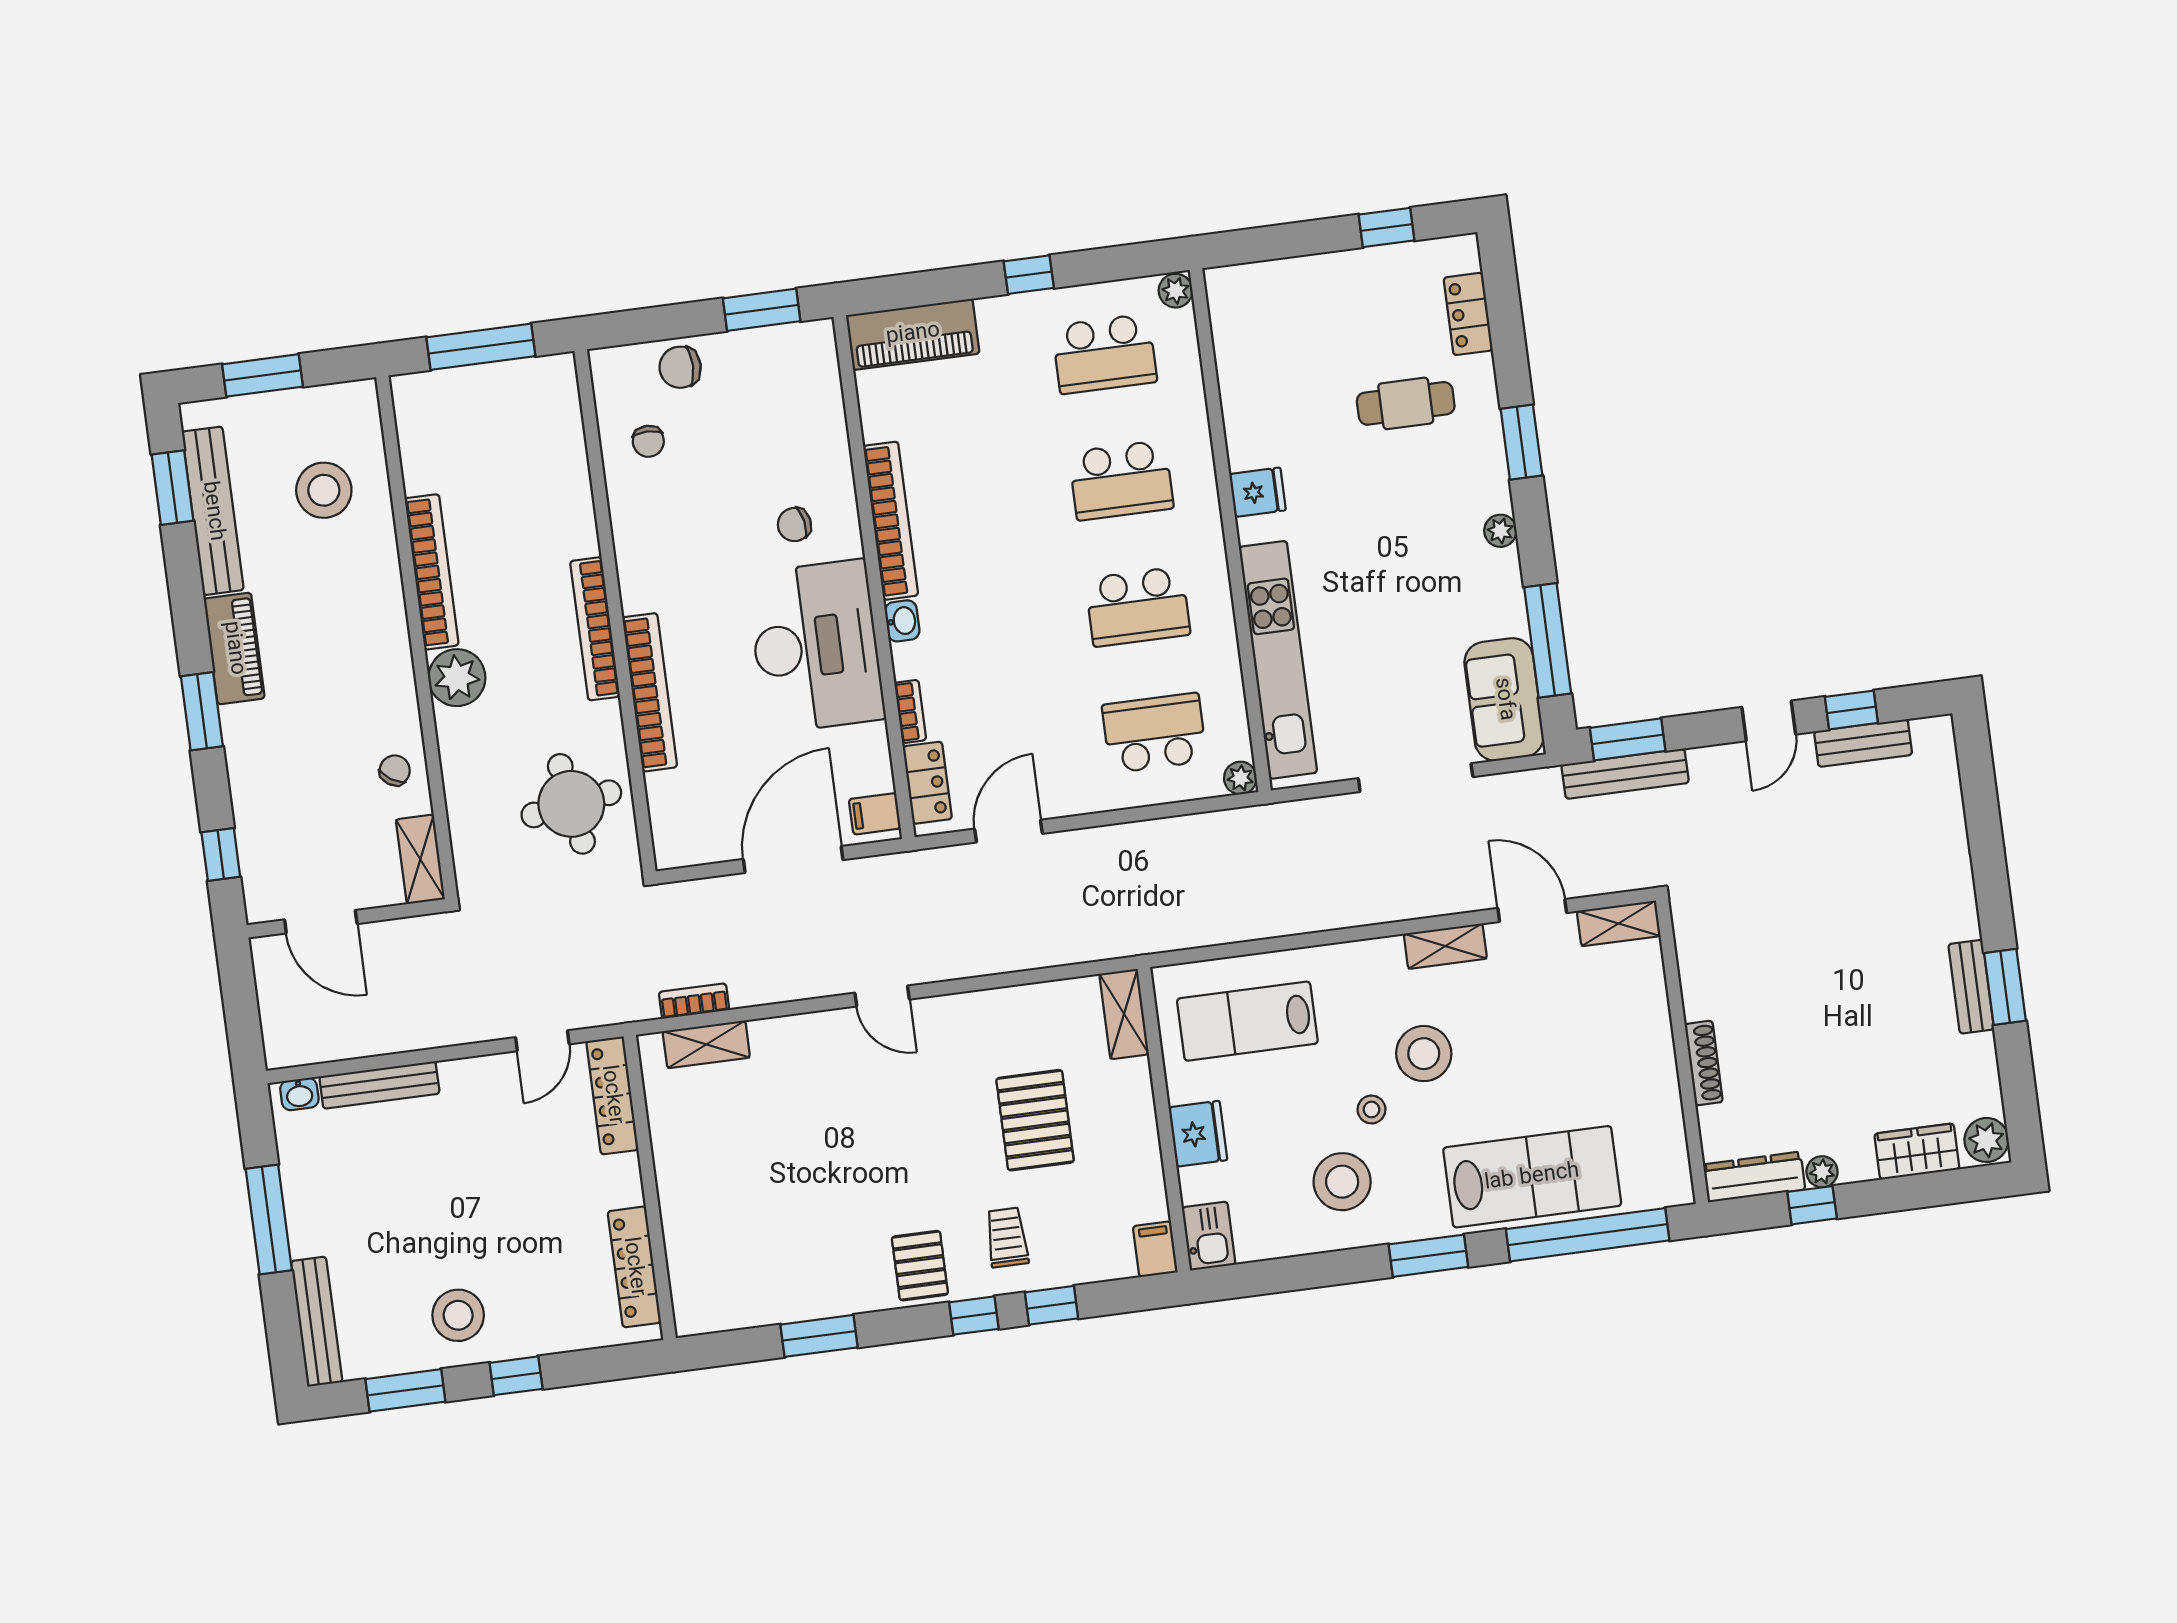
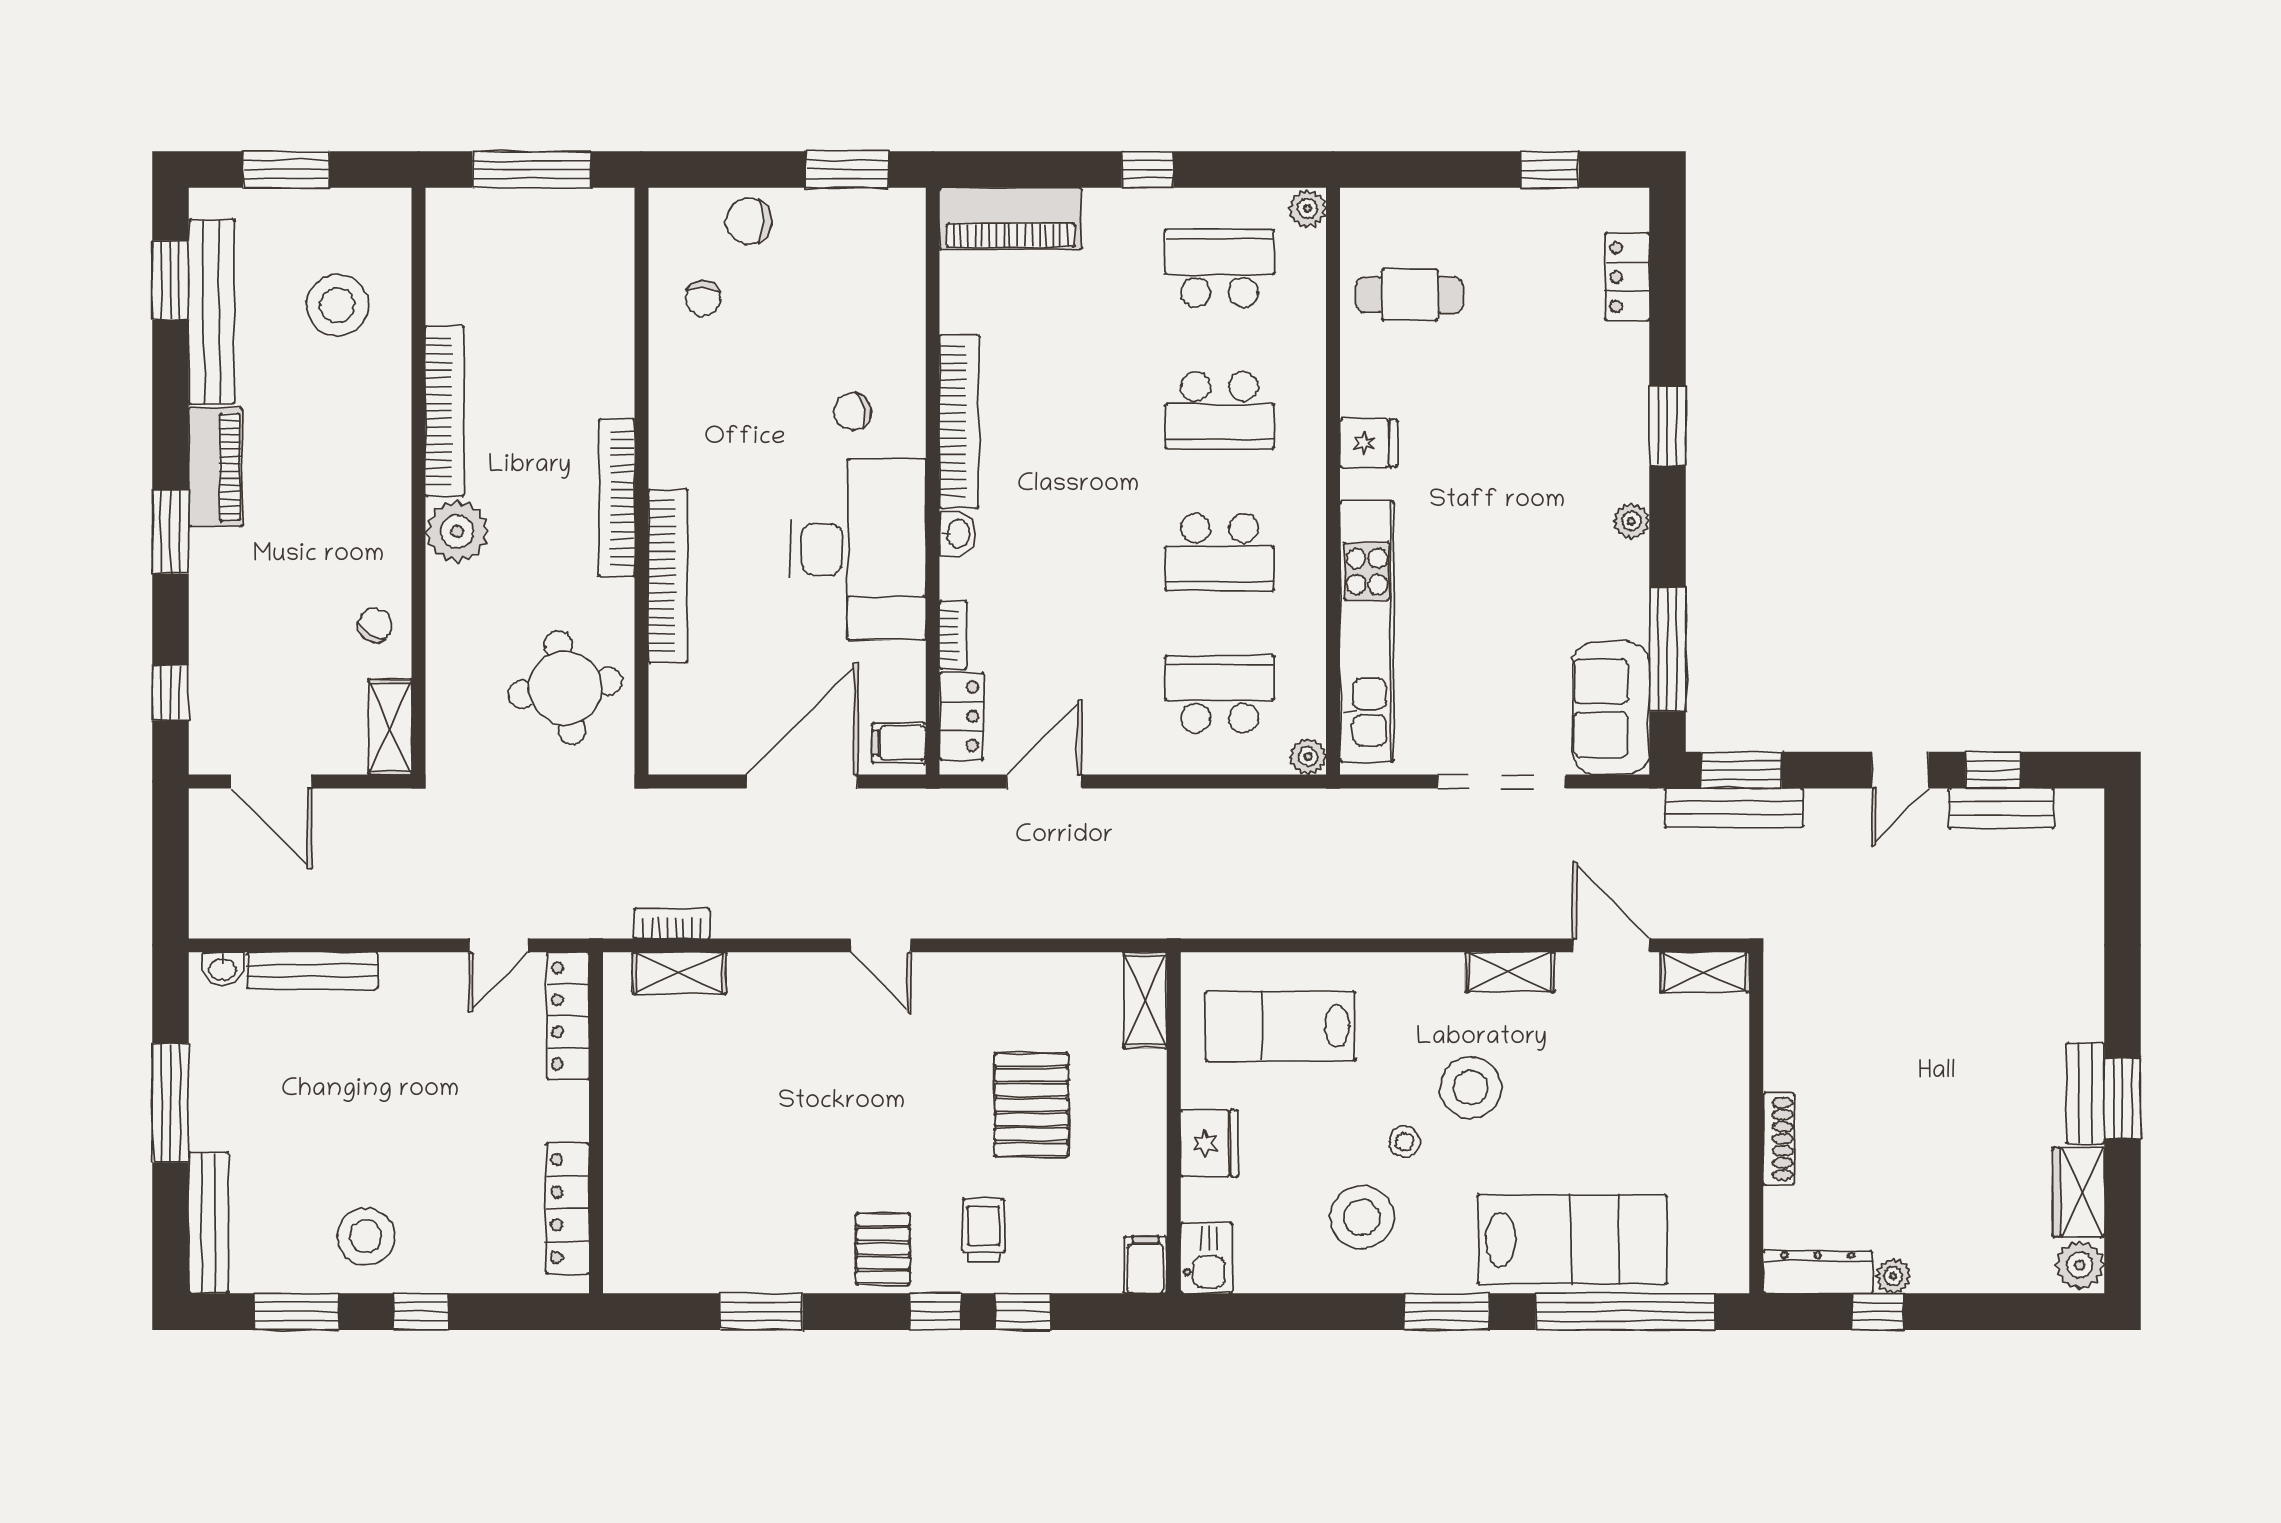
school desk: (1104, 354) -> (1220, 268), turned 180
cafe table: (1406, 403) -> (1410, 295), moved
wardrobe: (1917, 1151) -> (2078, 1192), moved, turned -90

